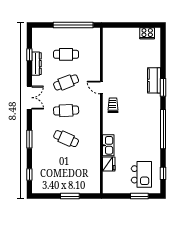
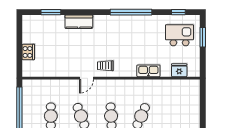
cooker: (147, 33) -> (28, 52), moved
window: (163, 87) -> (51, 12), moved
fridge: (109, 164) -> (179, 70), moved
window: (70, 196) -> (203, 112), removed

